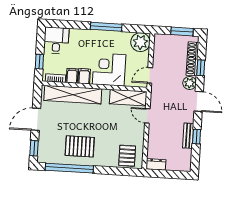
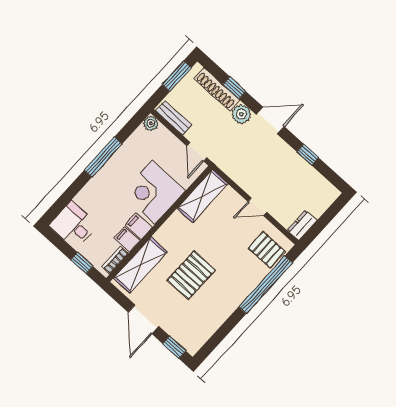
plant: (140, 42) -> (151, 123), width x0.53, depth x0.53
shelving: (73, 95) -> (140, 265), width x0.68
door: (147, 116) -> (257, 207), moved
bench: (188, 136) -> (174, 118), moved
pallet: (80, 146) -> (191, 275), moved
window: (69, 168) -> (266, 285), moved

